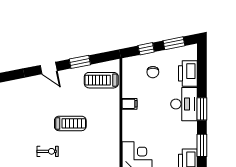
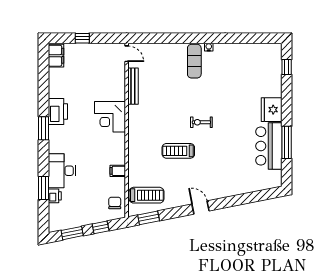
window: (80, 62) -> (149, 218), moved
chair: (153, 72) -> (115, 203), moved
printer: (188, 73) -> (55, 196), width x0.53, depth x0.68
window: (202, 109) -> (44, 188), moved

